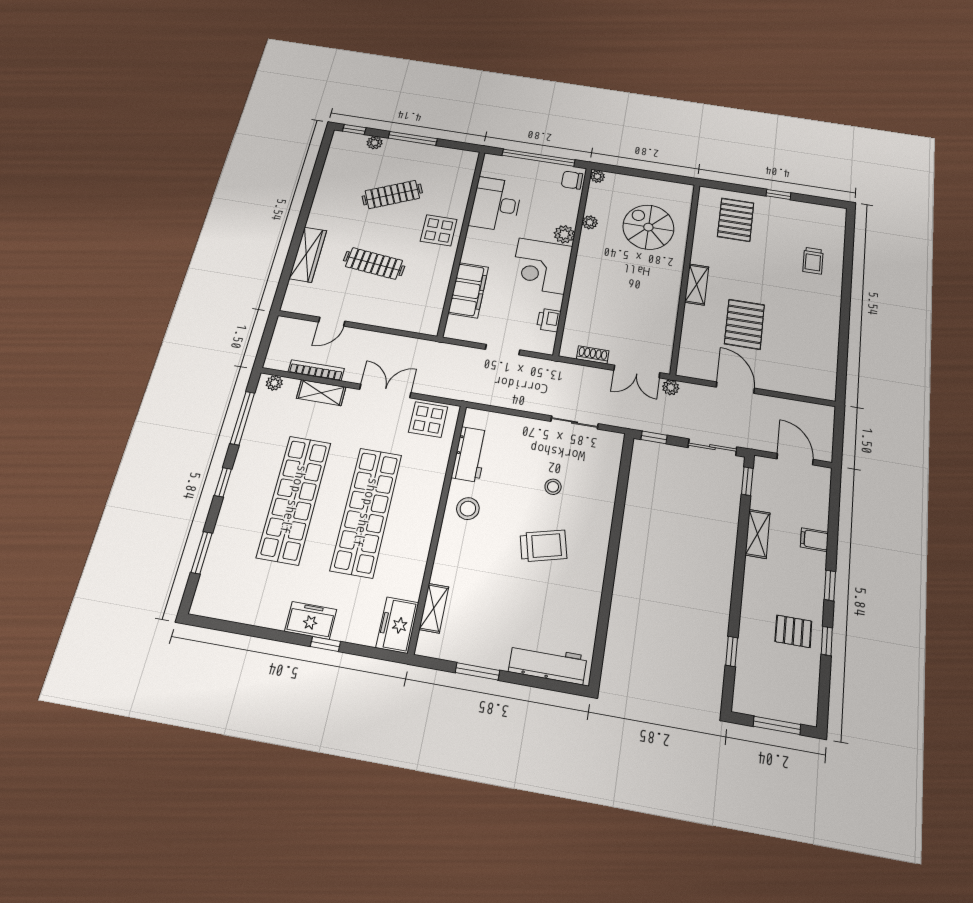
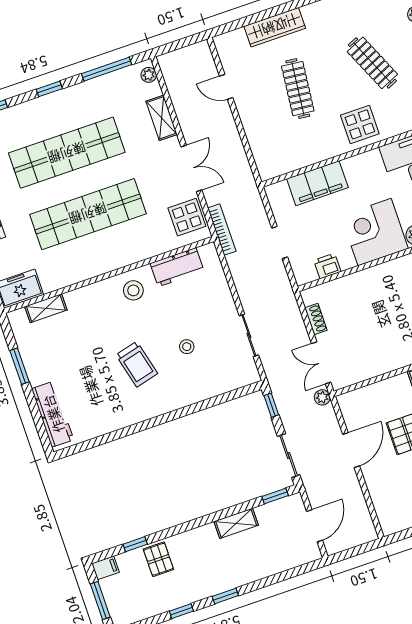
bookcase: (316, 370) -> (222, 230), moved
filing cabinet: (814, 540) -> (106, 568), moved, turned 90
pallet: (793, 631) -> (158, 559), moved

